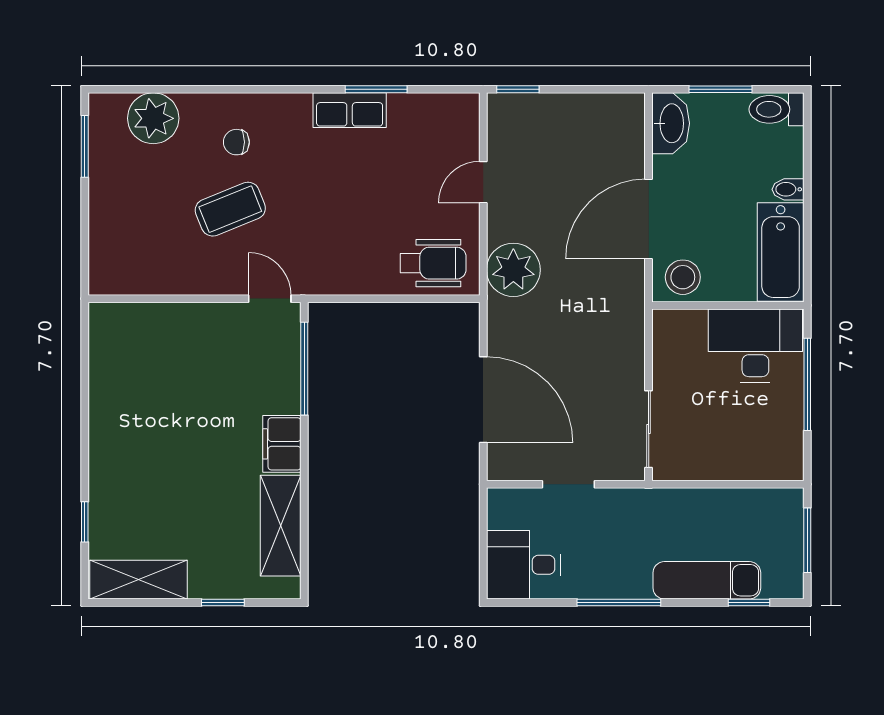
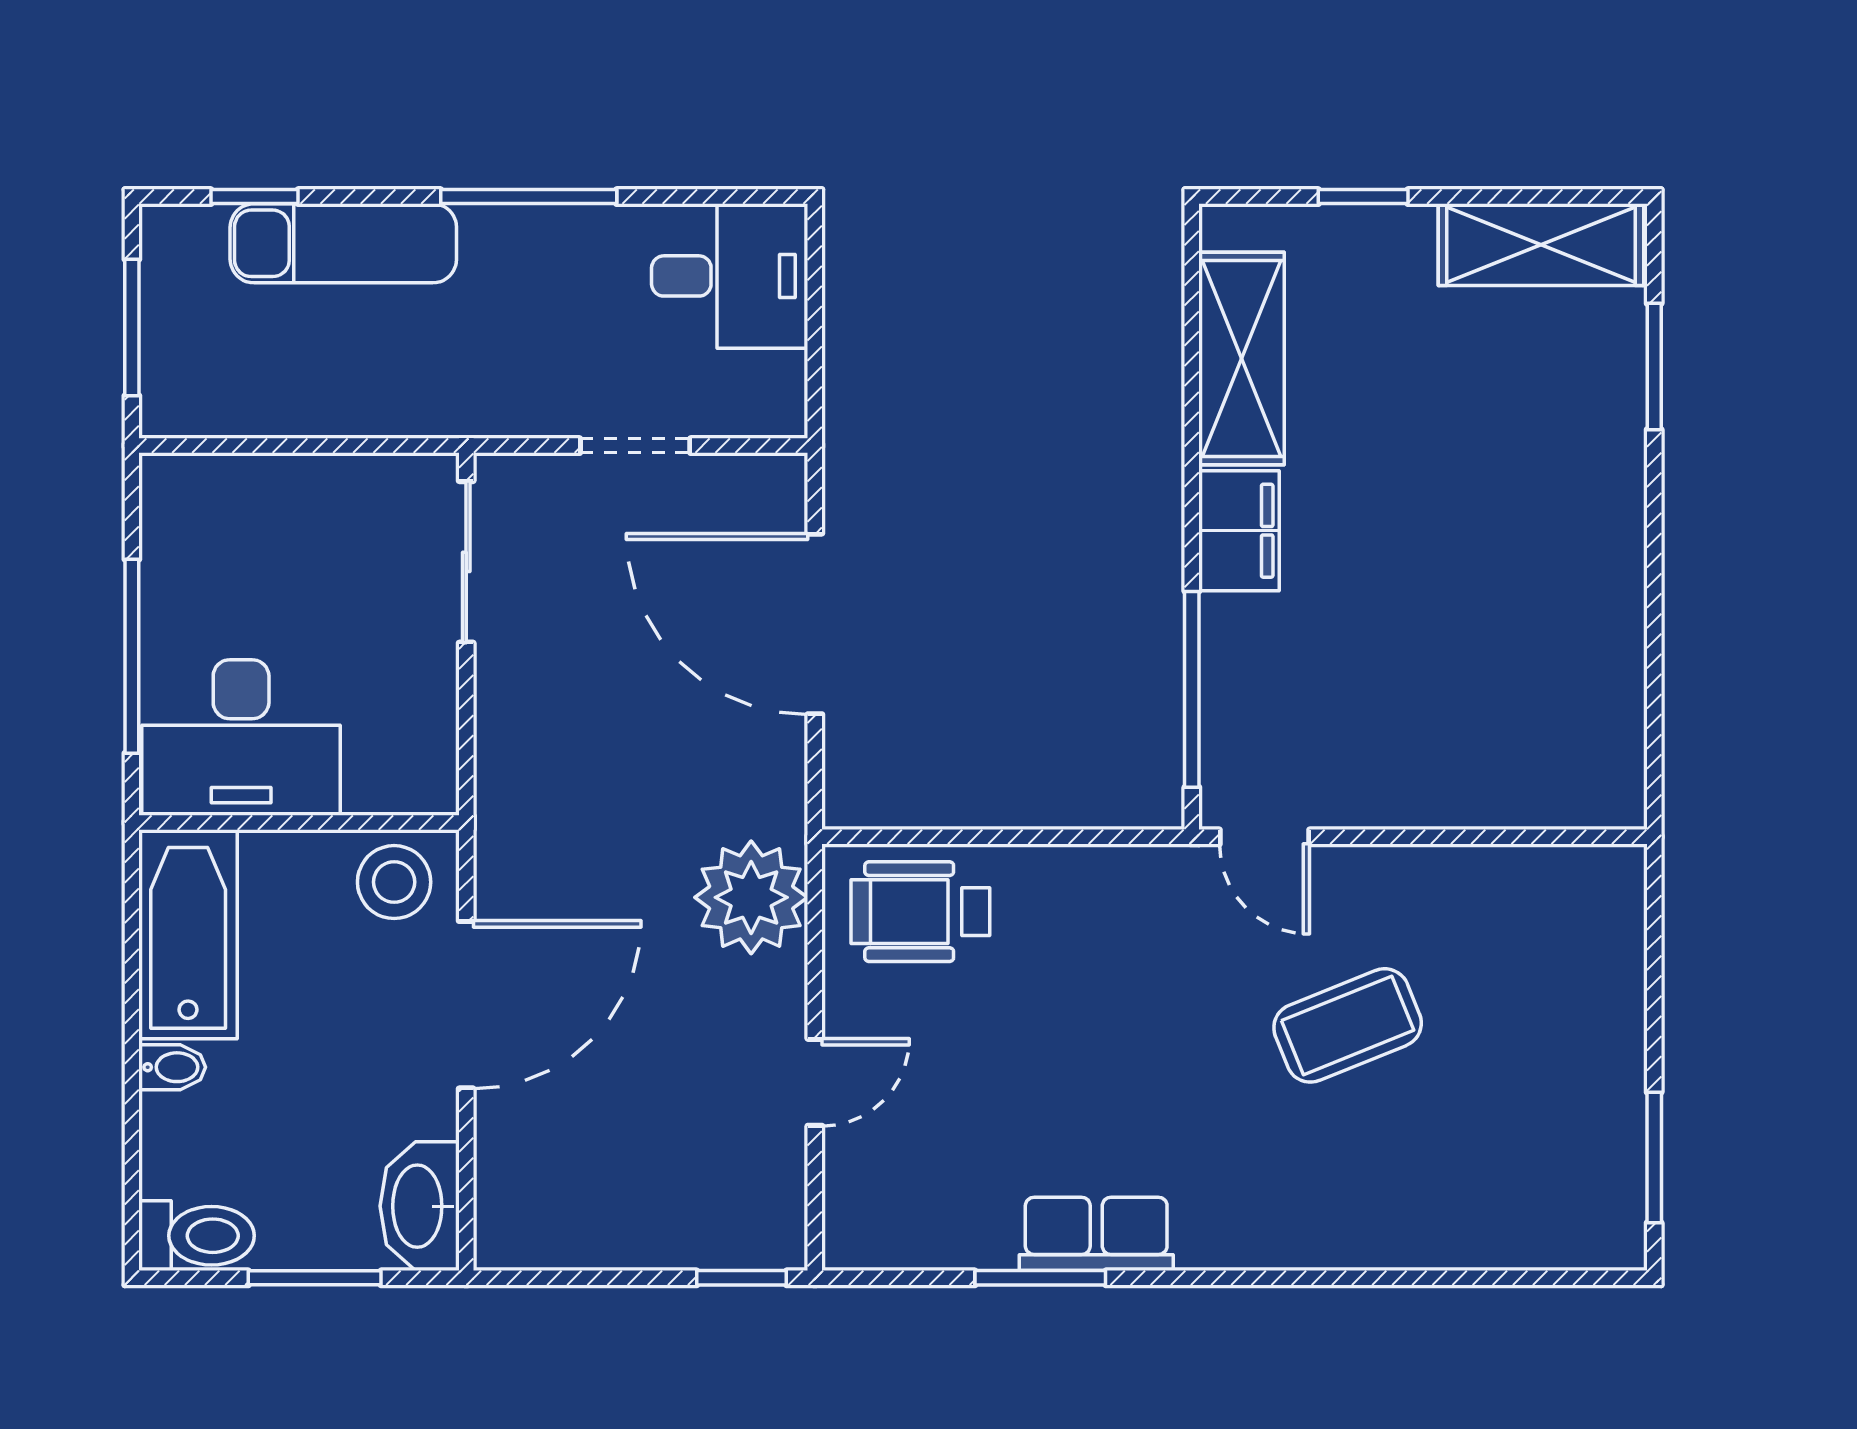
plant: (153, 118) -> (1510, 1217), removed
chair: (236, 142) -> (1335, 1167), removed
window: (85, 522) -> (1654, 366), width x1.50

